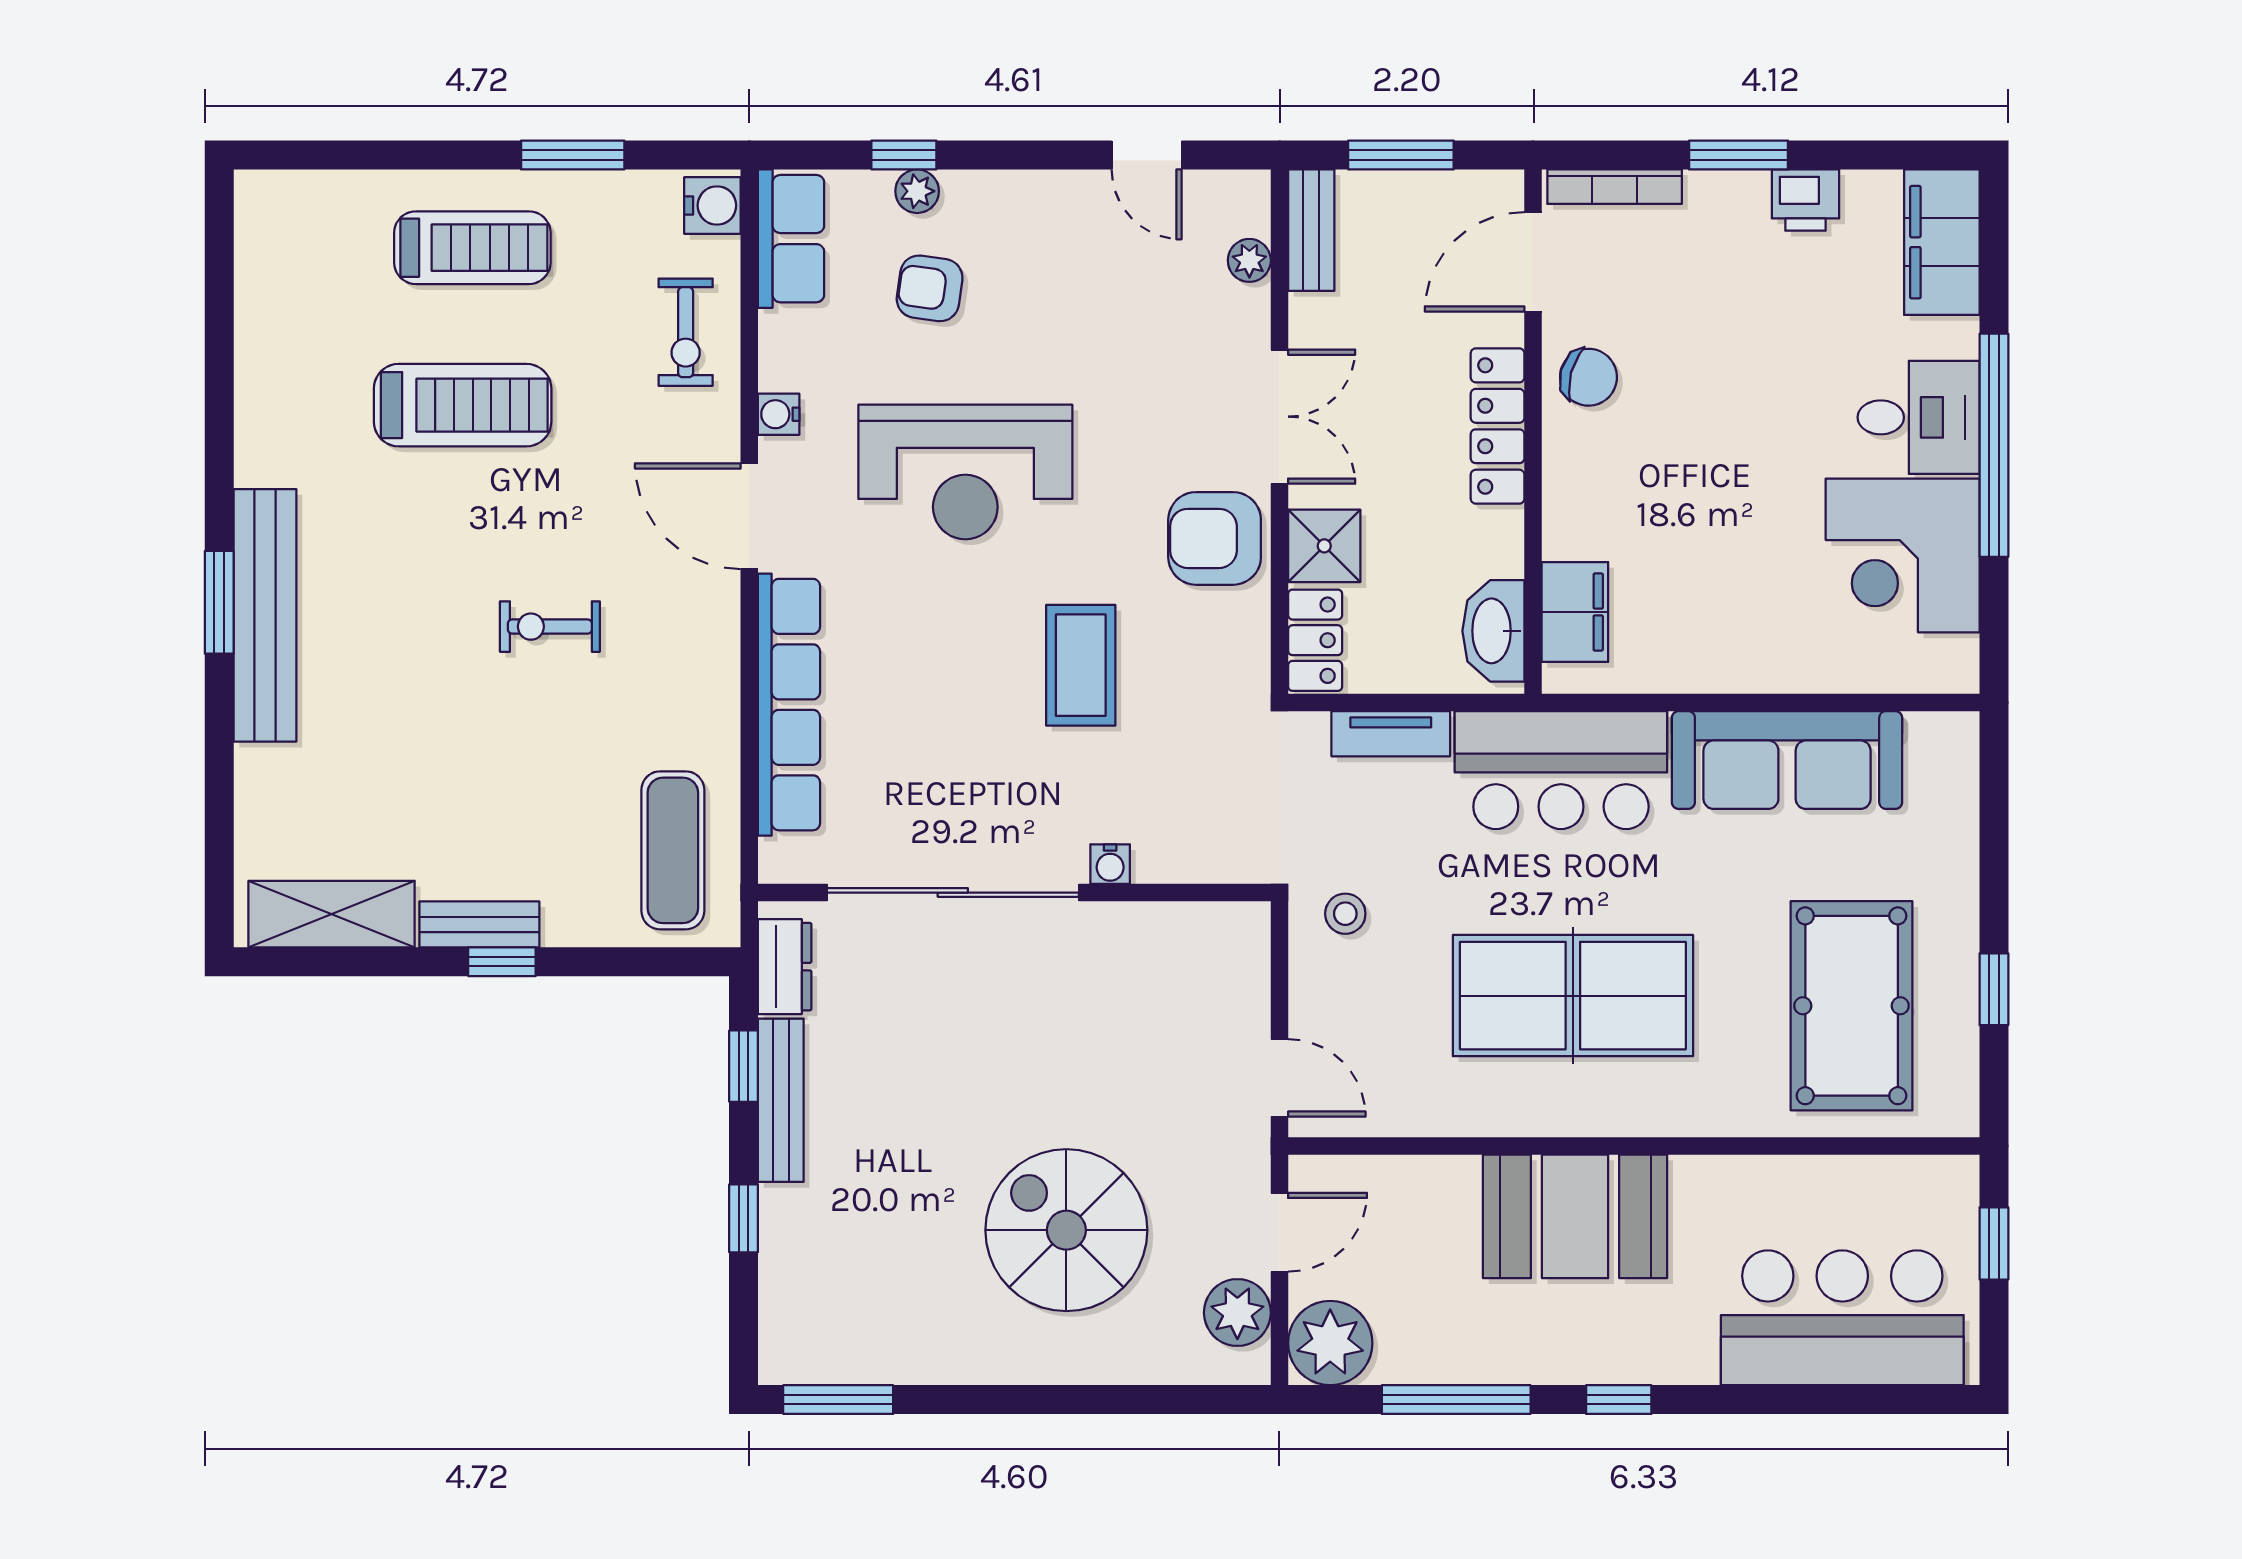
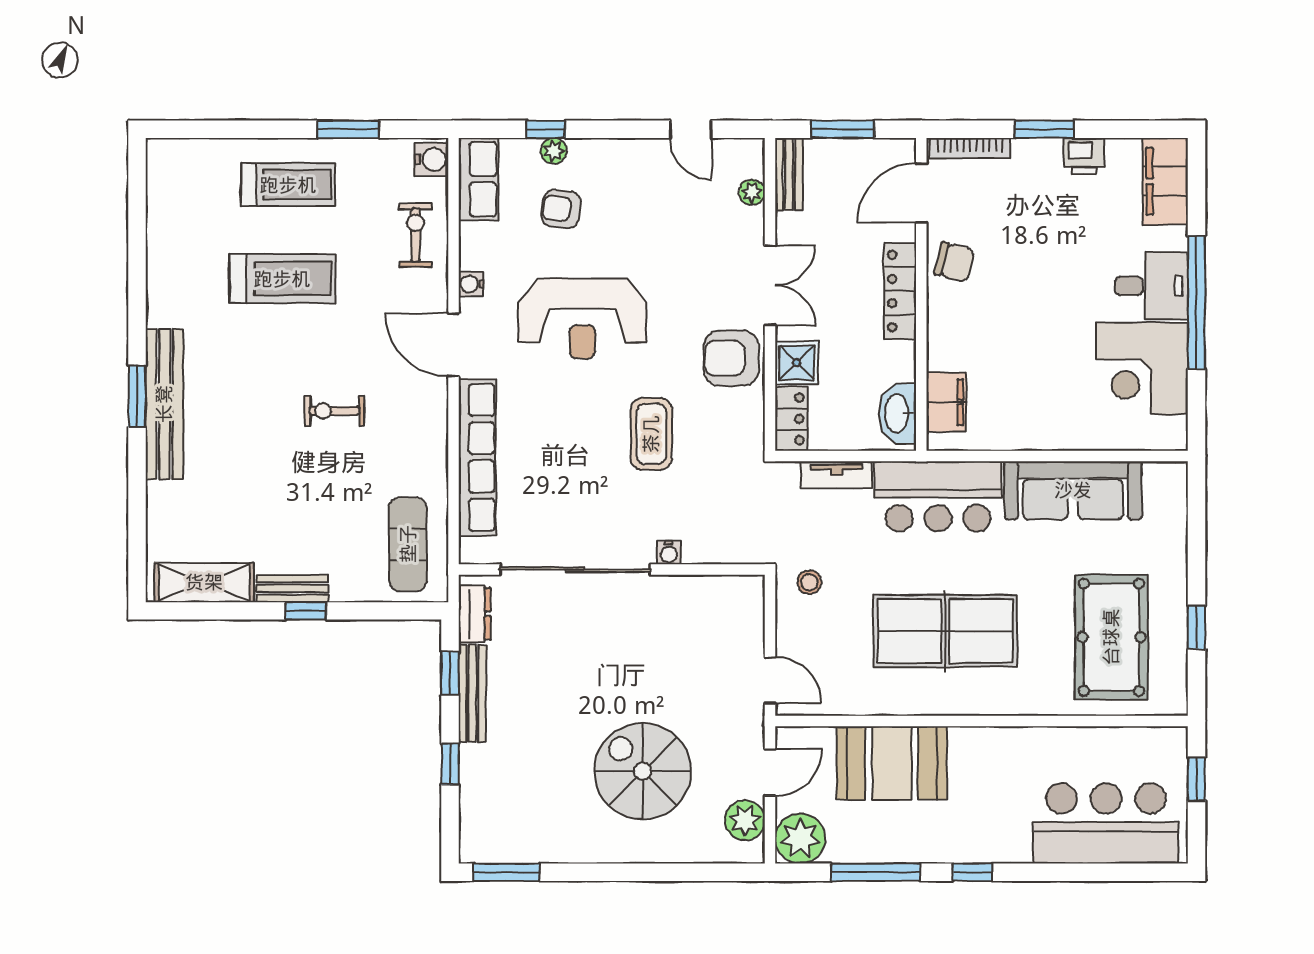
exercise bike: (686, 332) -> (415, 235), turned 180
booth: (1575, 1216) -> (892, 763), moved

